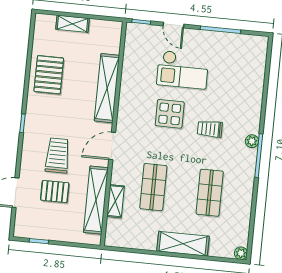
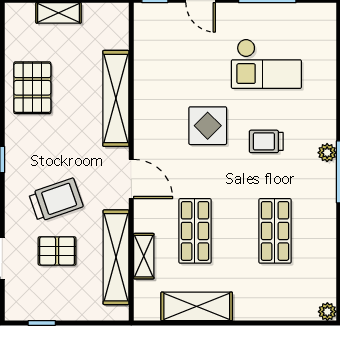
checkout: (183, 70) -> (266, 64), moved
door: (112, 146) -> (131, 179), swing flipped
trolley: (58, 155) -> (56, 200), turned 71
shelving: (183, 244) -> (197, 306), moved

